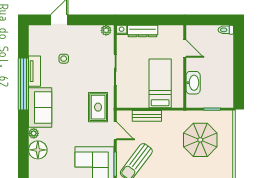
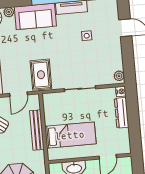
rug: (98, 107) -> (41, 75), turned 90
bench: (147, 116) -> (37, 130), width x1.36

